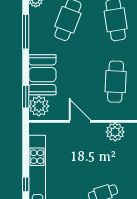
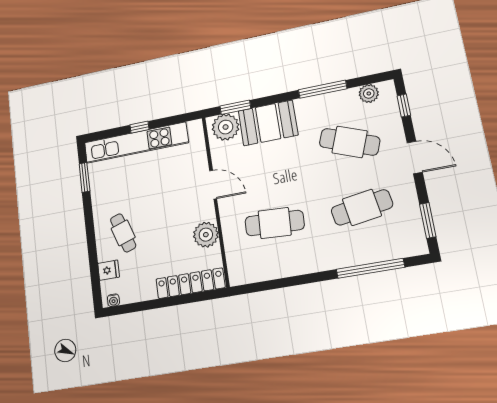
door: (80, 121) -> (213, 185), hinge flipped
window: (26, 184) -> (139, 127), moved

